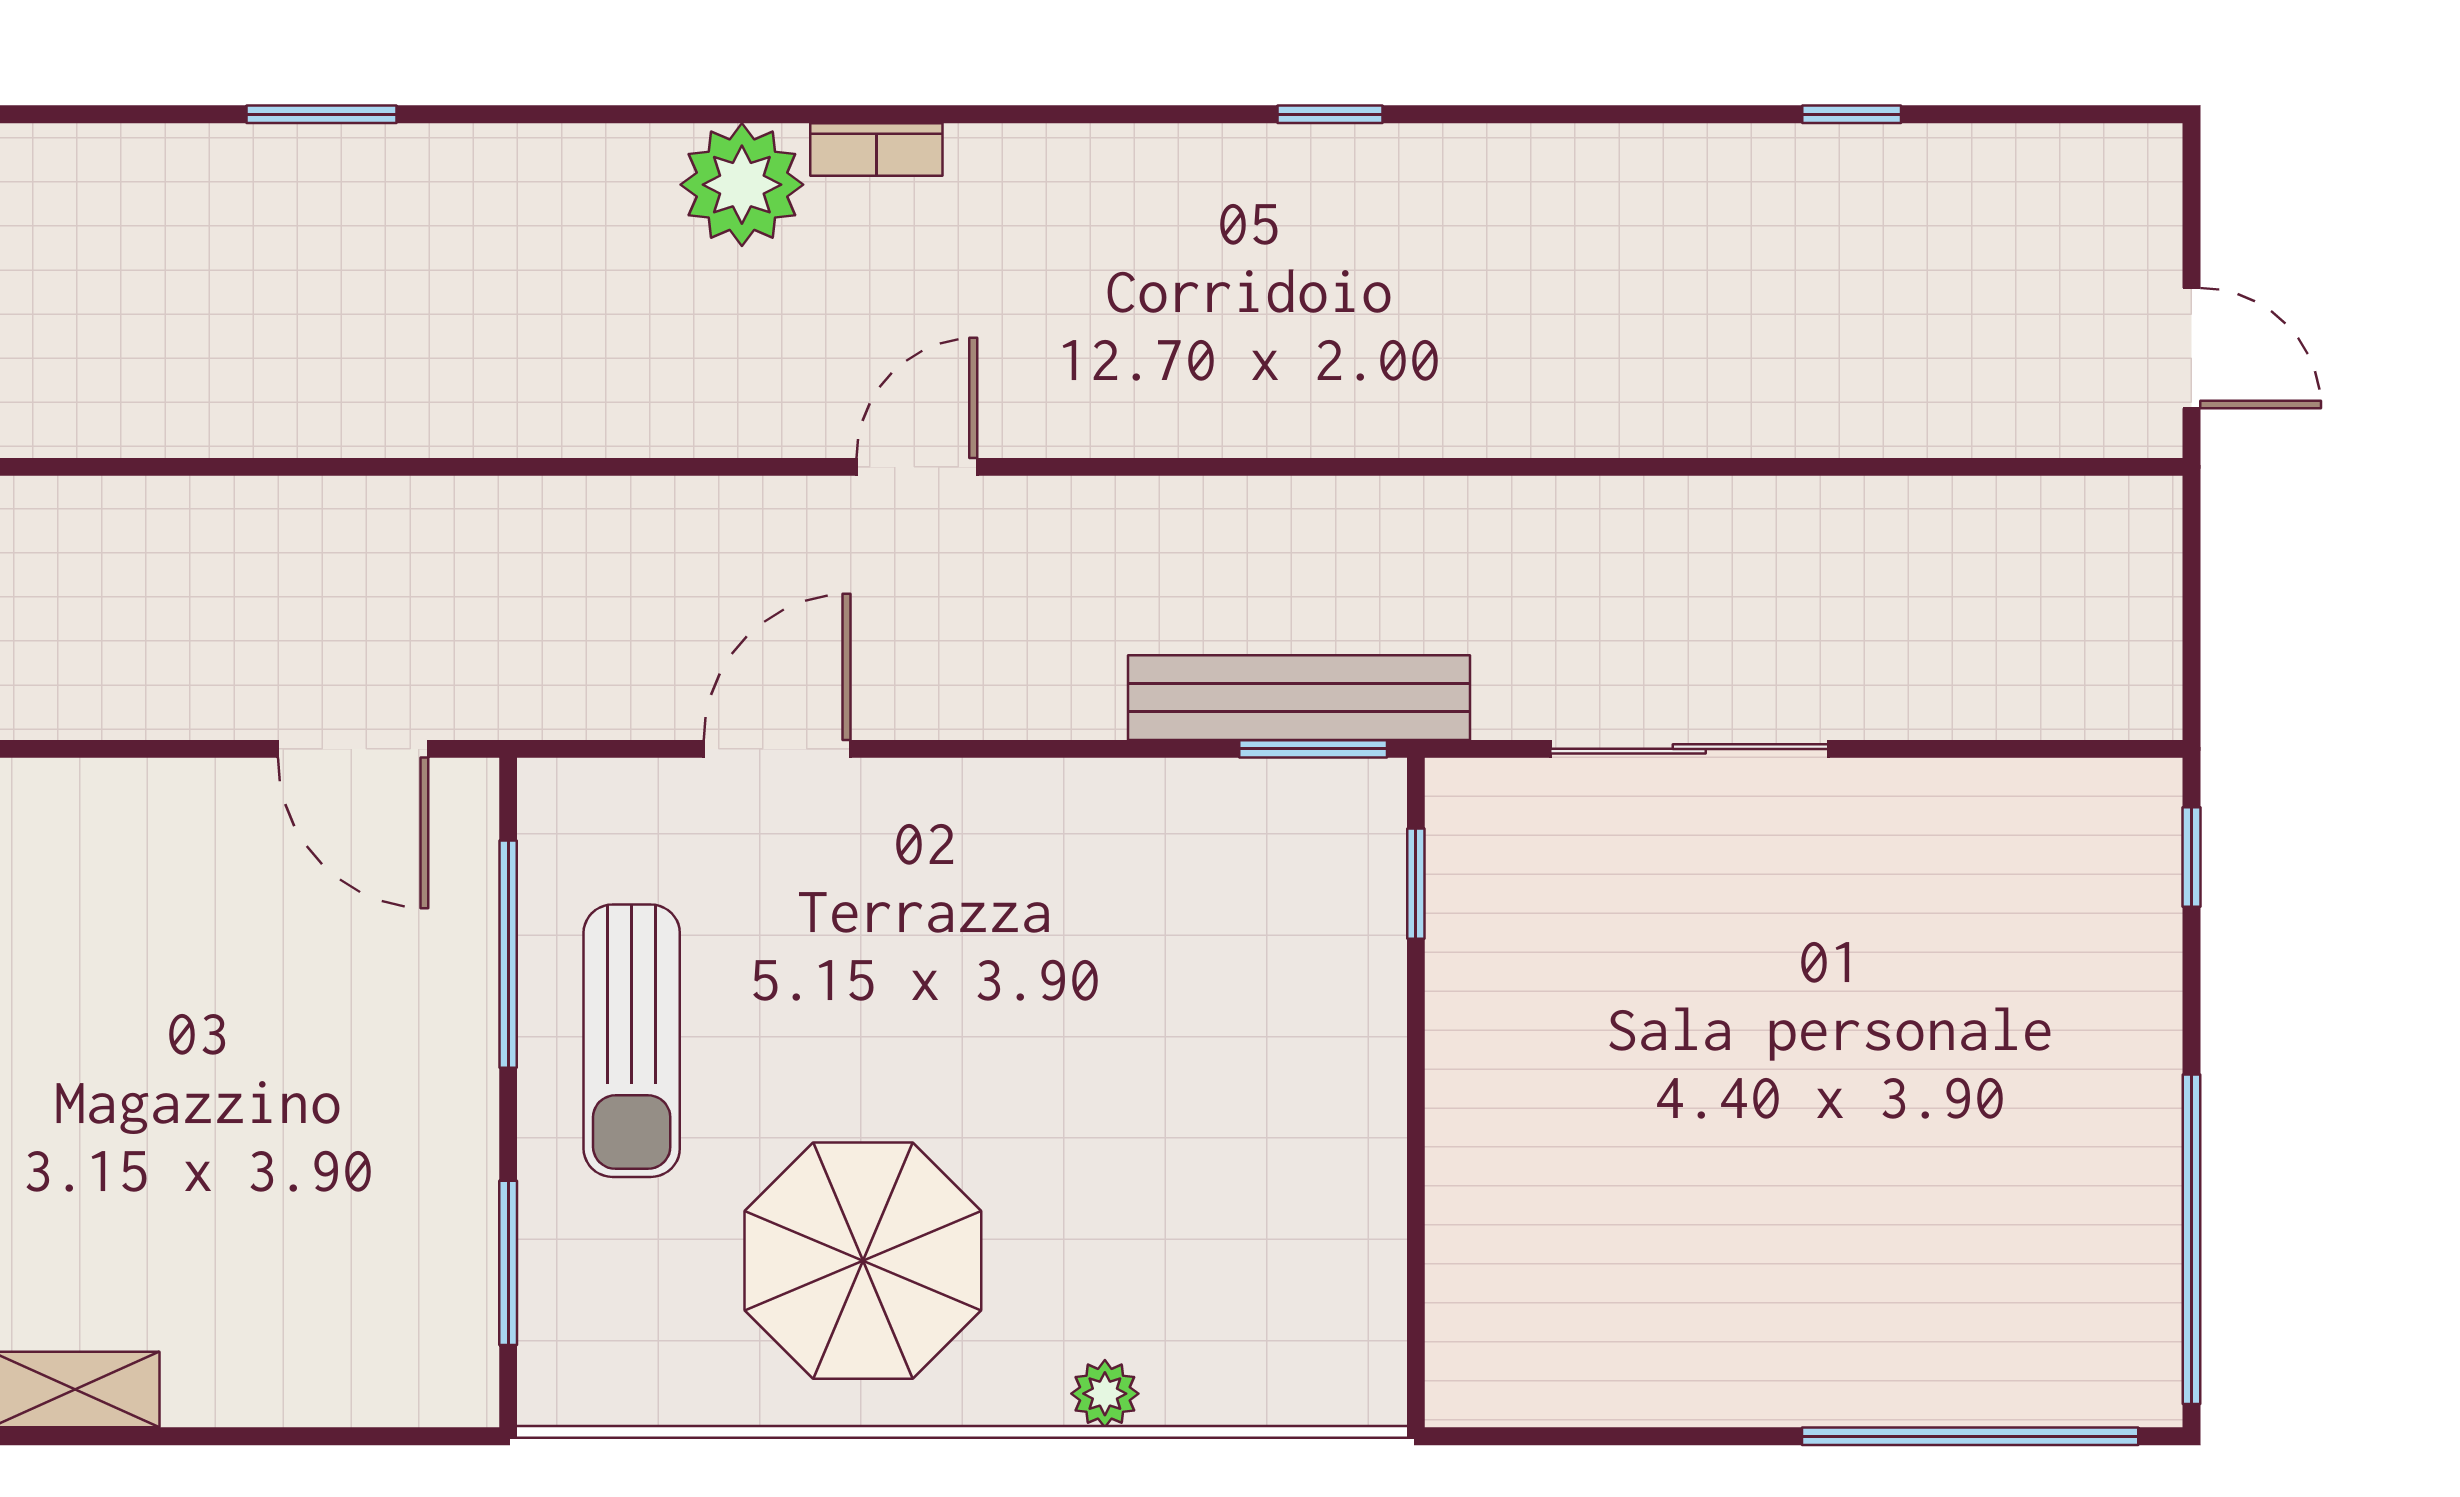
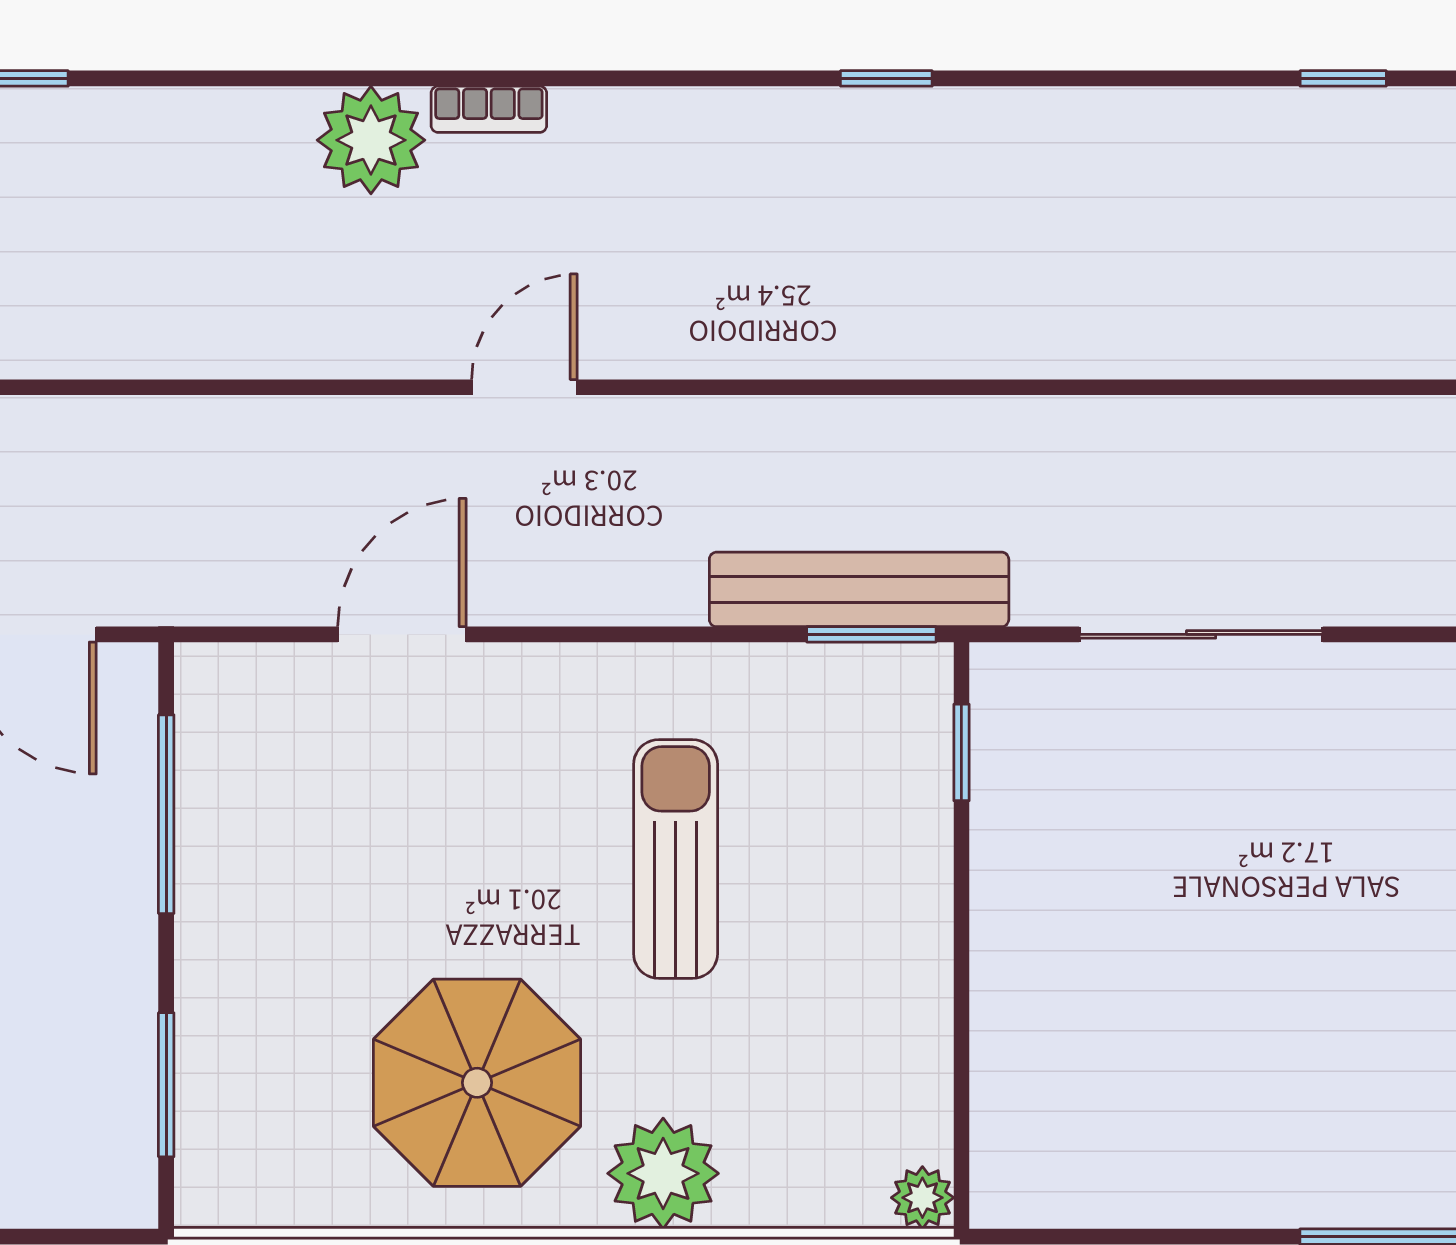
sun lounger: (632, 1041) -> (676, 859), moved, turned 180
plant: (1371, 1392) -> (922, 1198), added
plant: (1105, 1394) -> (663, 1173), width x1.87, depth x1.87

